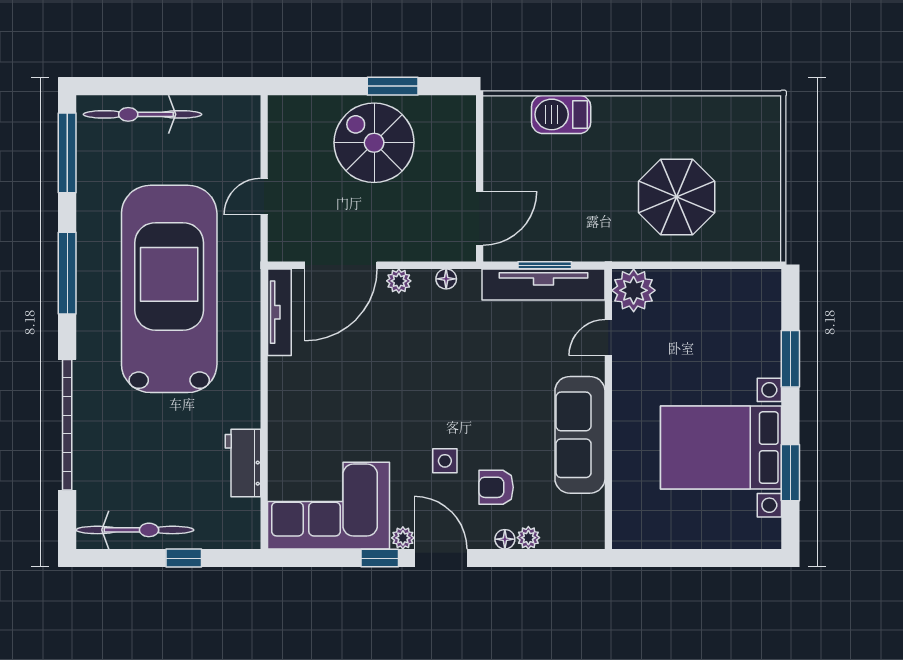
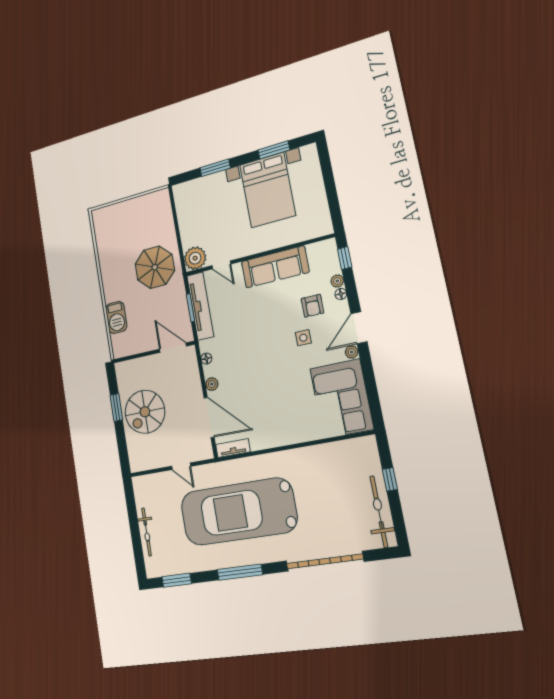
bicycle: (142, 114) -> (147, 532), width x0.73, depth x0.71
window: (67, 153) -> (177, 580), width x0.69
parasol: (677, 197) -> (155, 267), moved
tv unit: (279, 312) -> (233, 448), width x0.71
workbench: (243, 463) -> (327, 453), removed
window: (380, 558) -> (345, 258), moved

